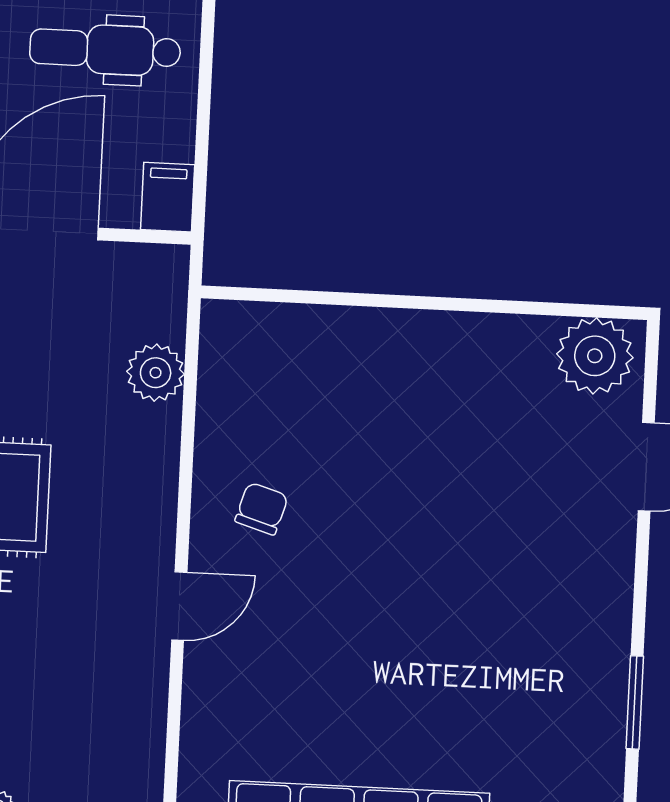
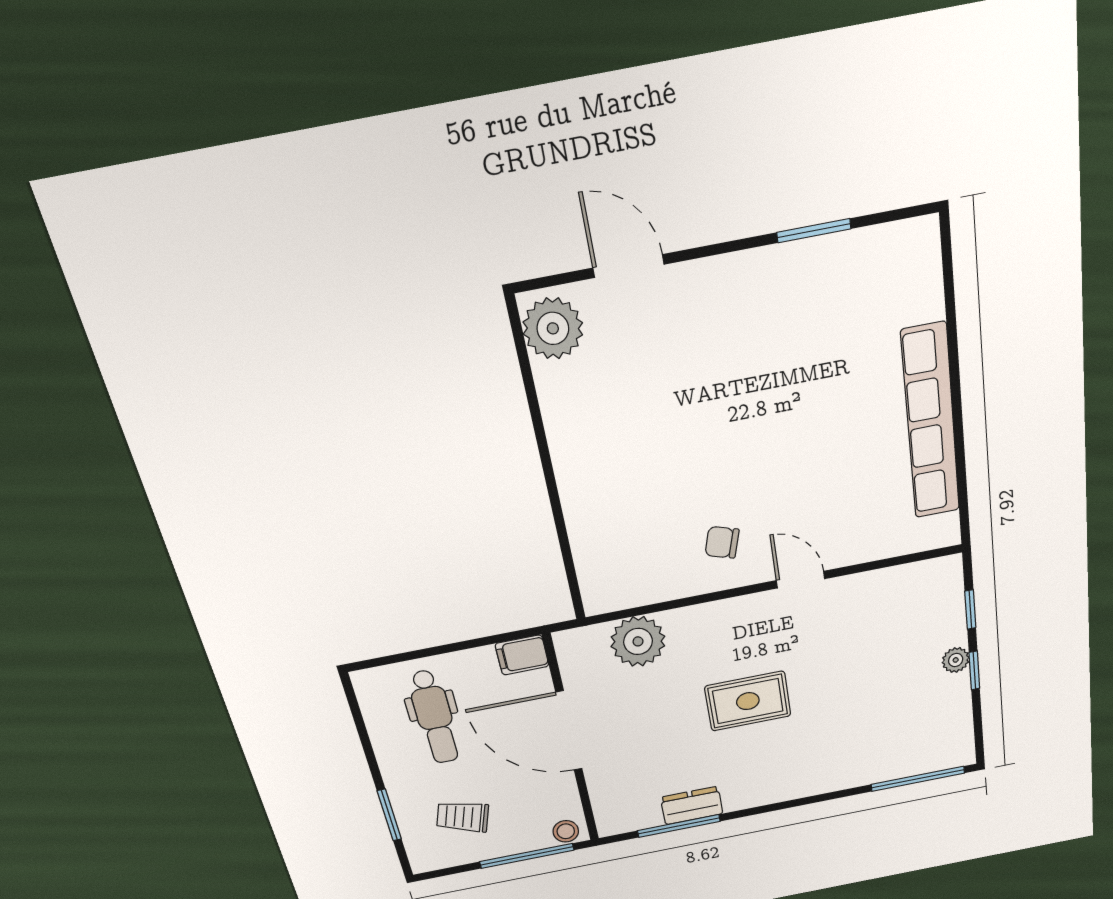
plant: (156, 373) -> (638, 641), width x1.36, depth x1.36

